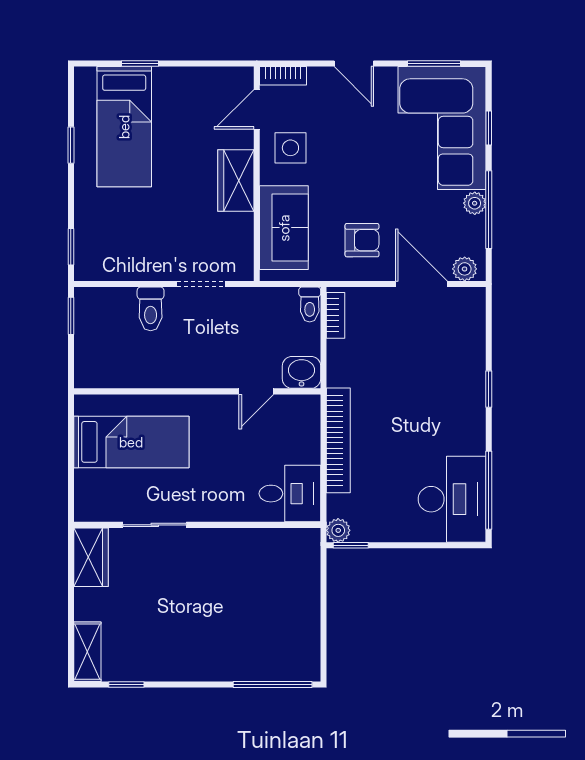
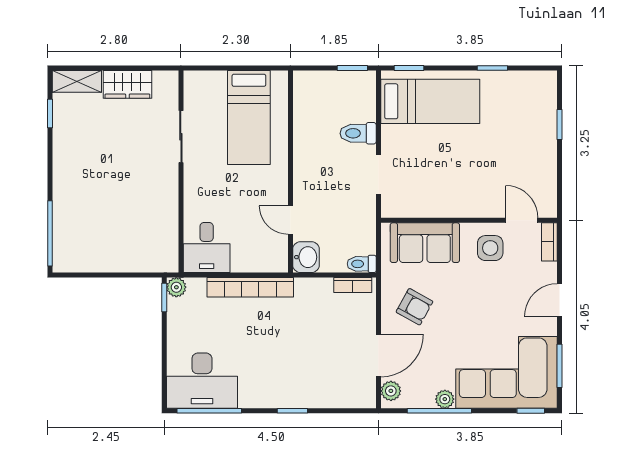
bed: (124, 127) -> (430, 101), moved, turned 180
window: (489, 128) -> (531, 411), moved
wardrobe: (236, 180) -> (464, 203), removed
armchair: (362, 240) -> (414, 307), turned -61
wardrobe: (91, 557) -> (127, 84), moved

